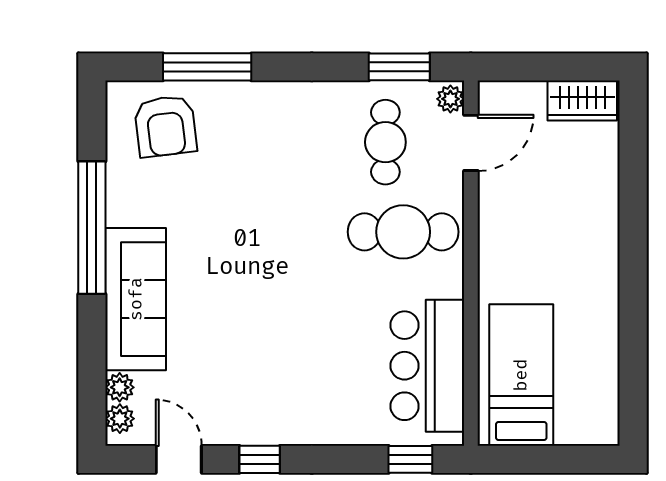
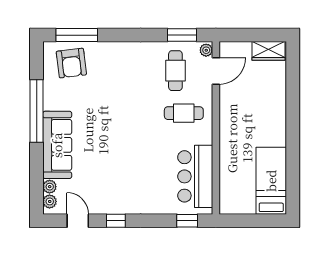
window: (207, 67) -> (77, 35), moved
cafe table: (403, 232) -> (184, 113), width x0.73, depth x0.74
bed: (521, 375) -> (271, 181), moved

